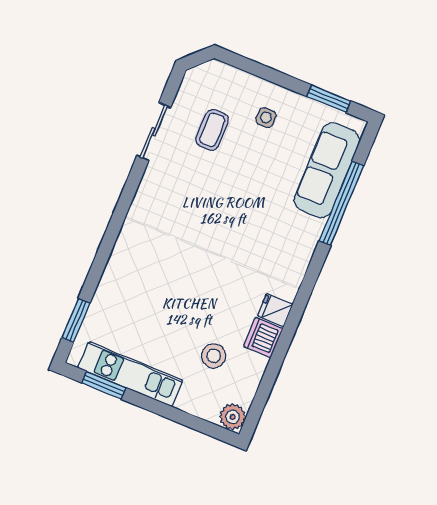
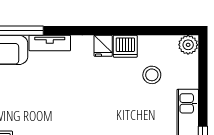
tv unit: (306, 245) -> (50, 43), added

